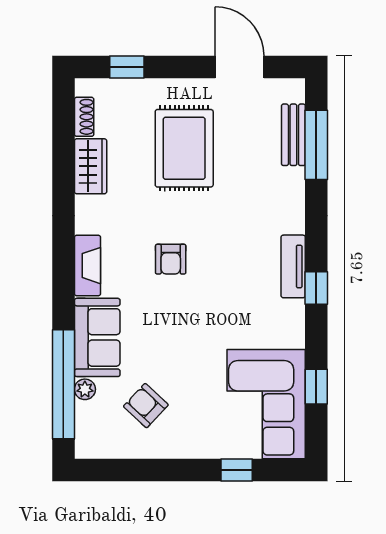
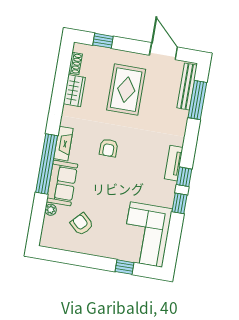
bench: (293, 135) -> (187, 87), width x1.36
window: (63, 384) -> (47, 164), moved
window: (316, 387) -> (180, 203), moved

